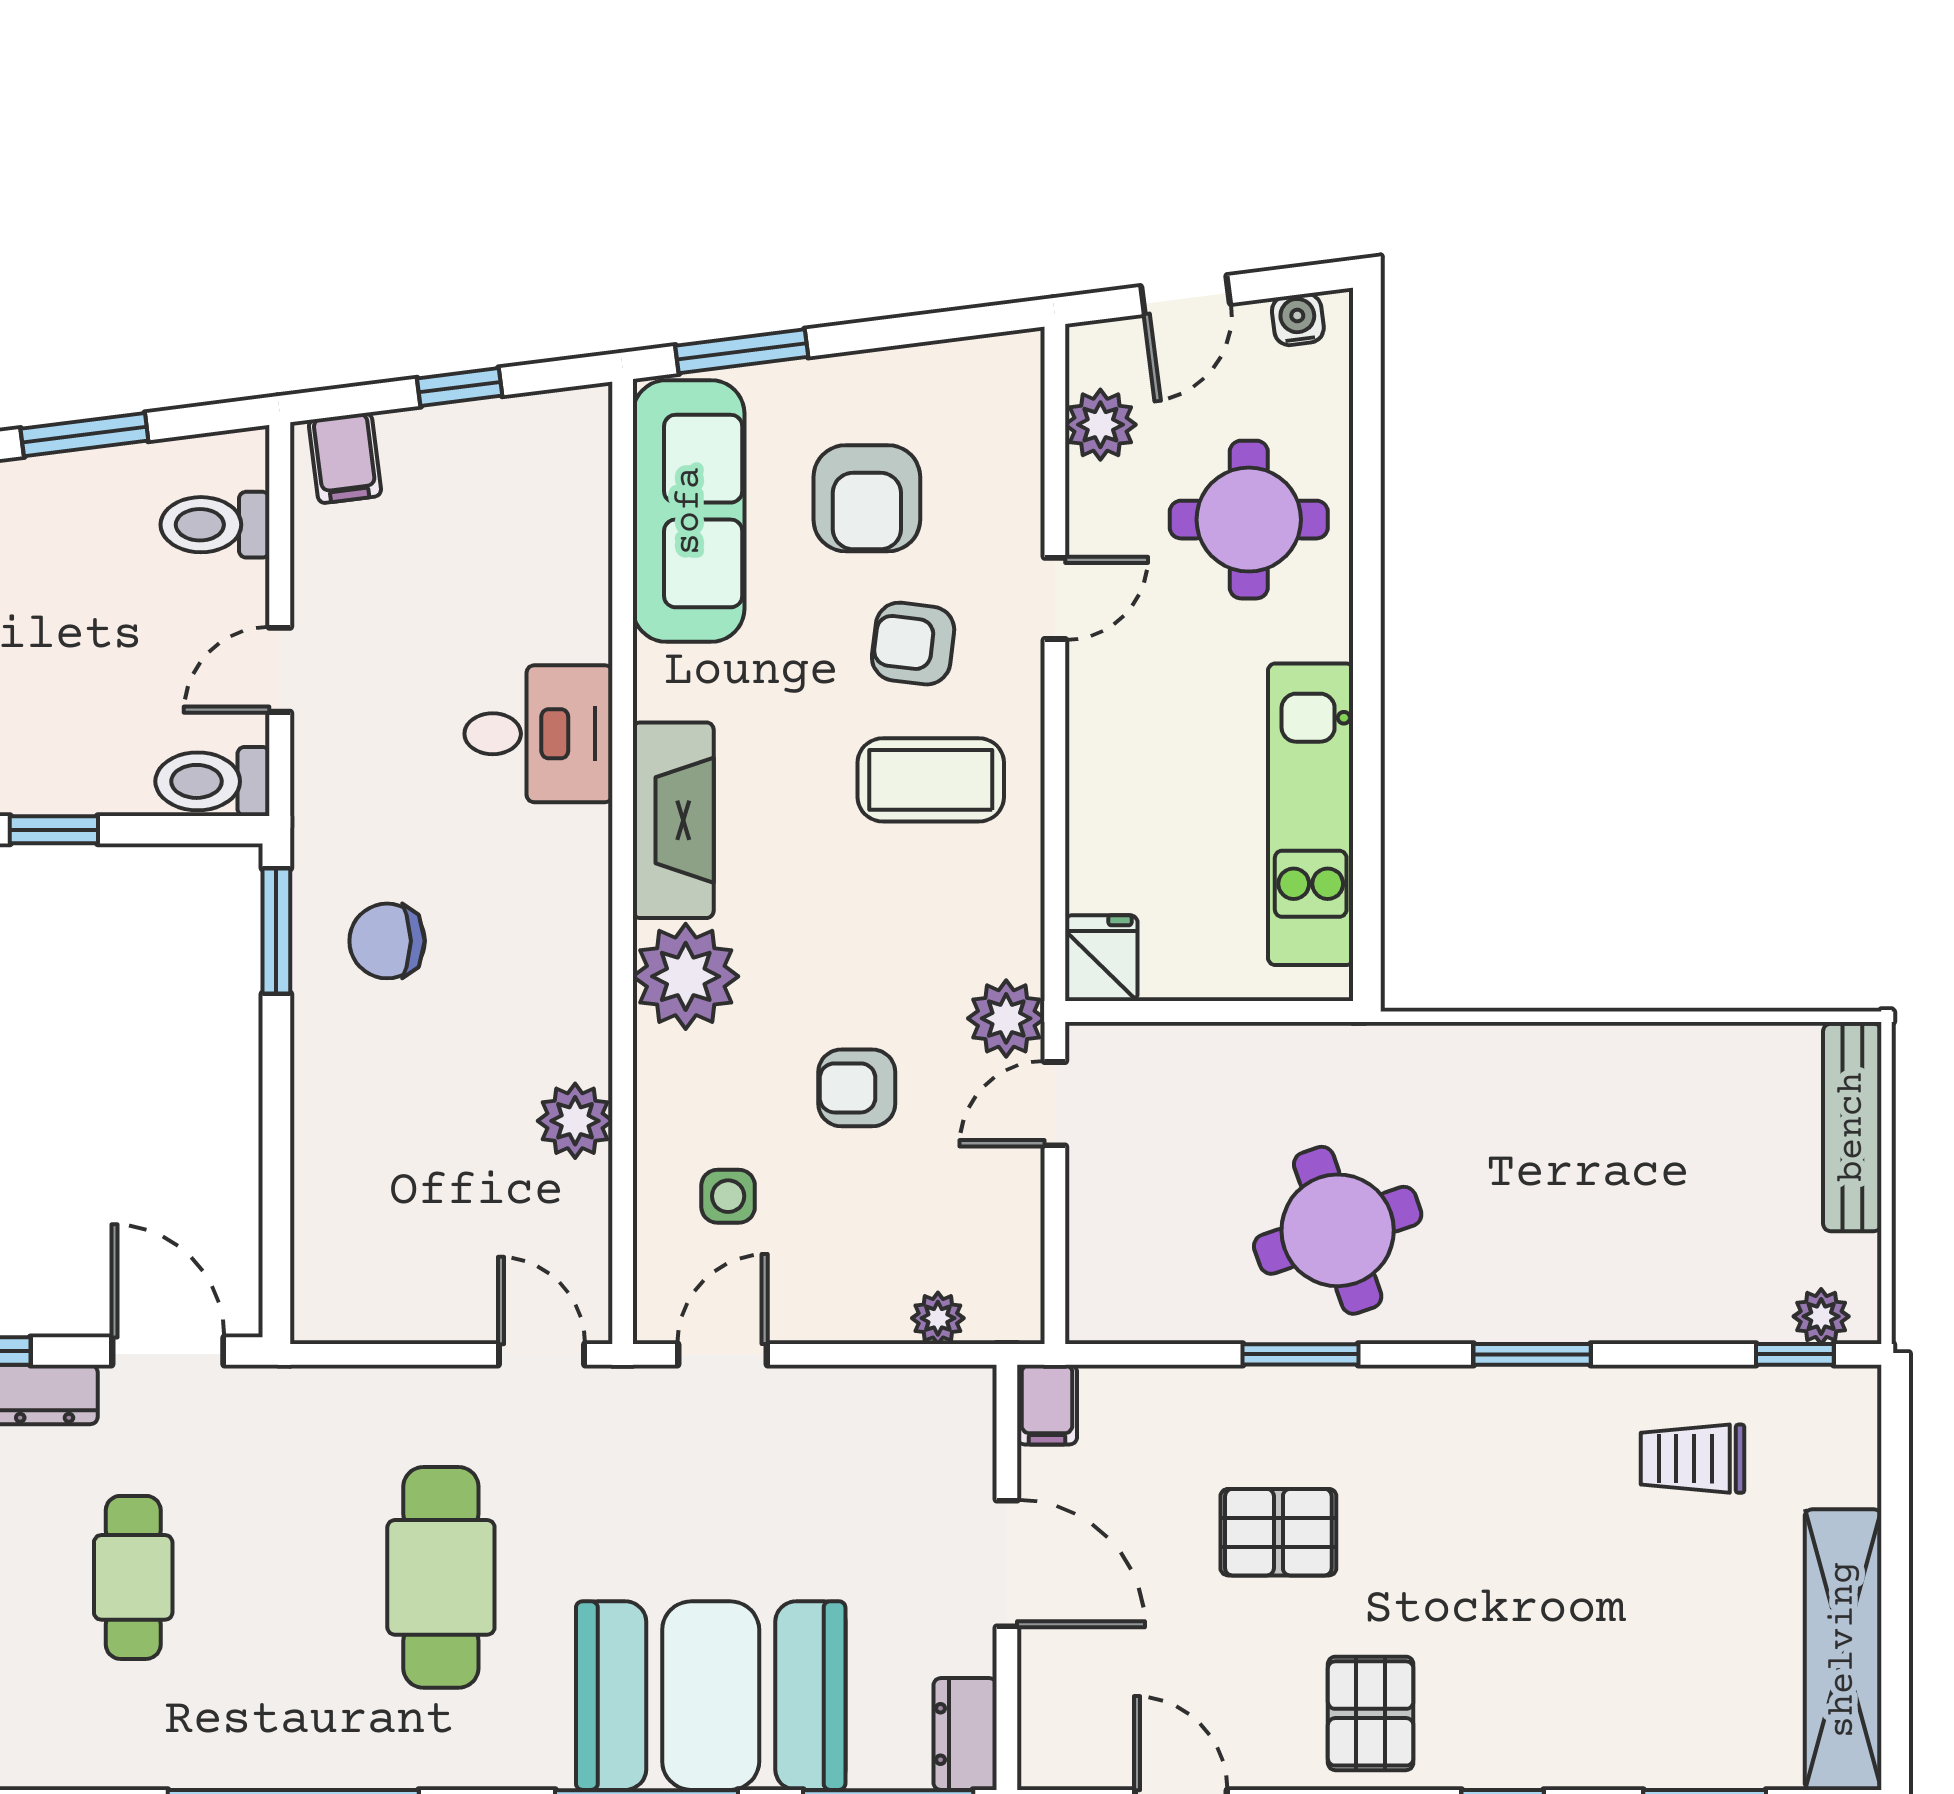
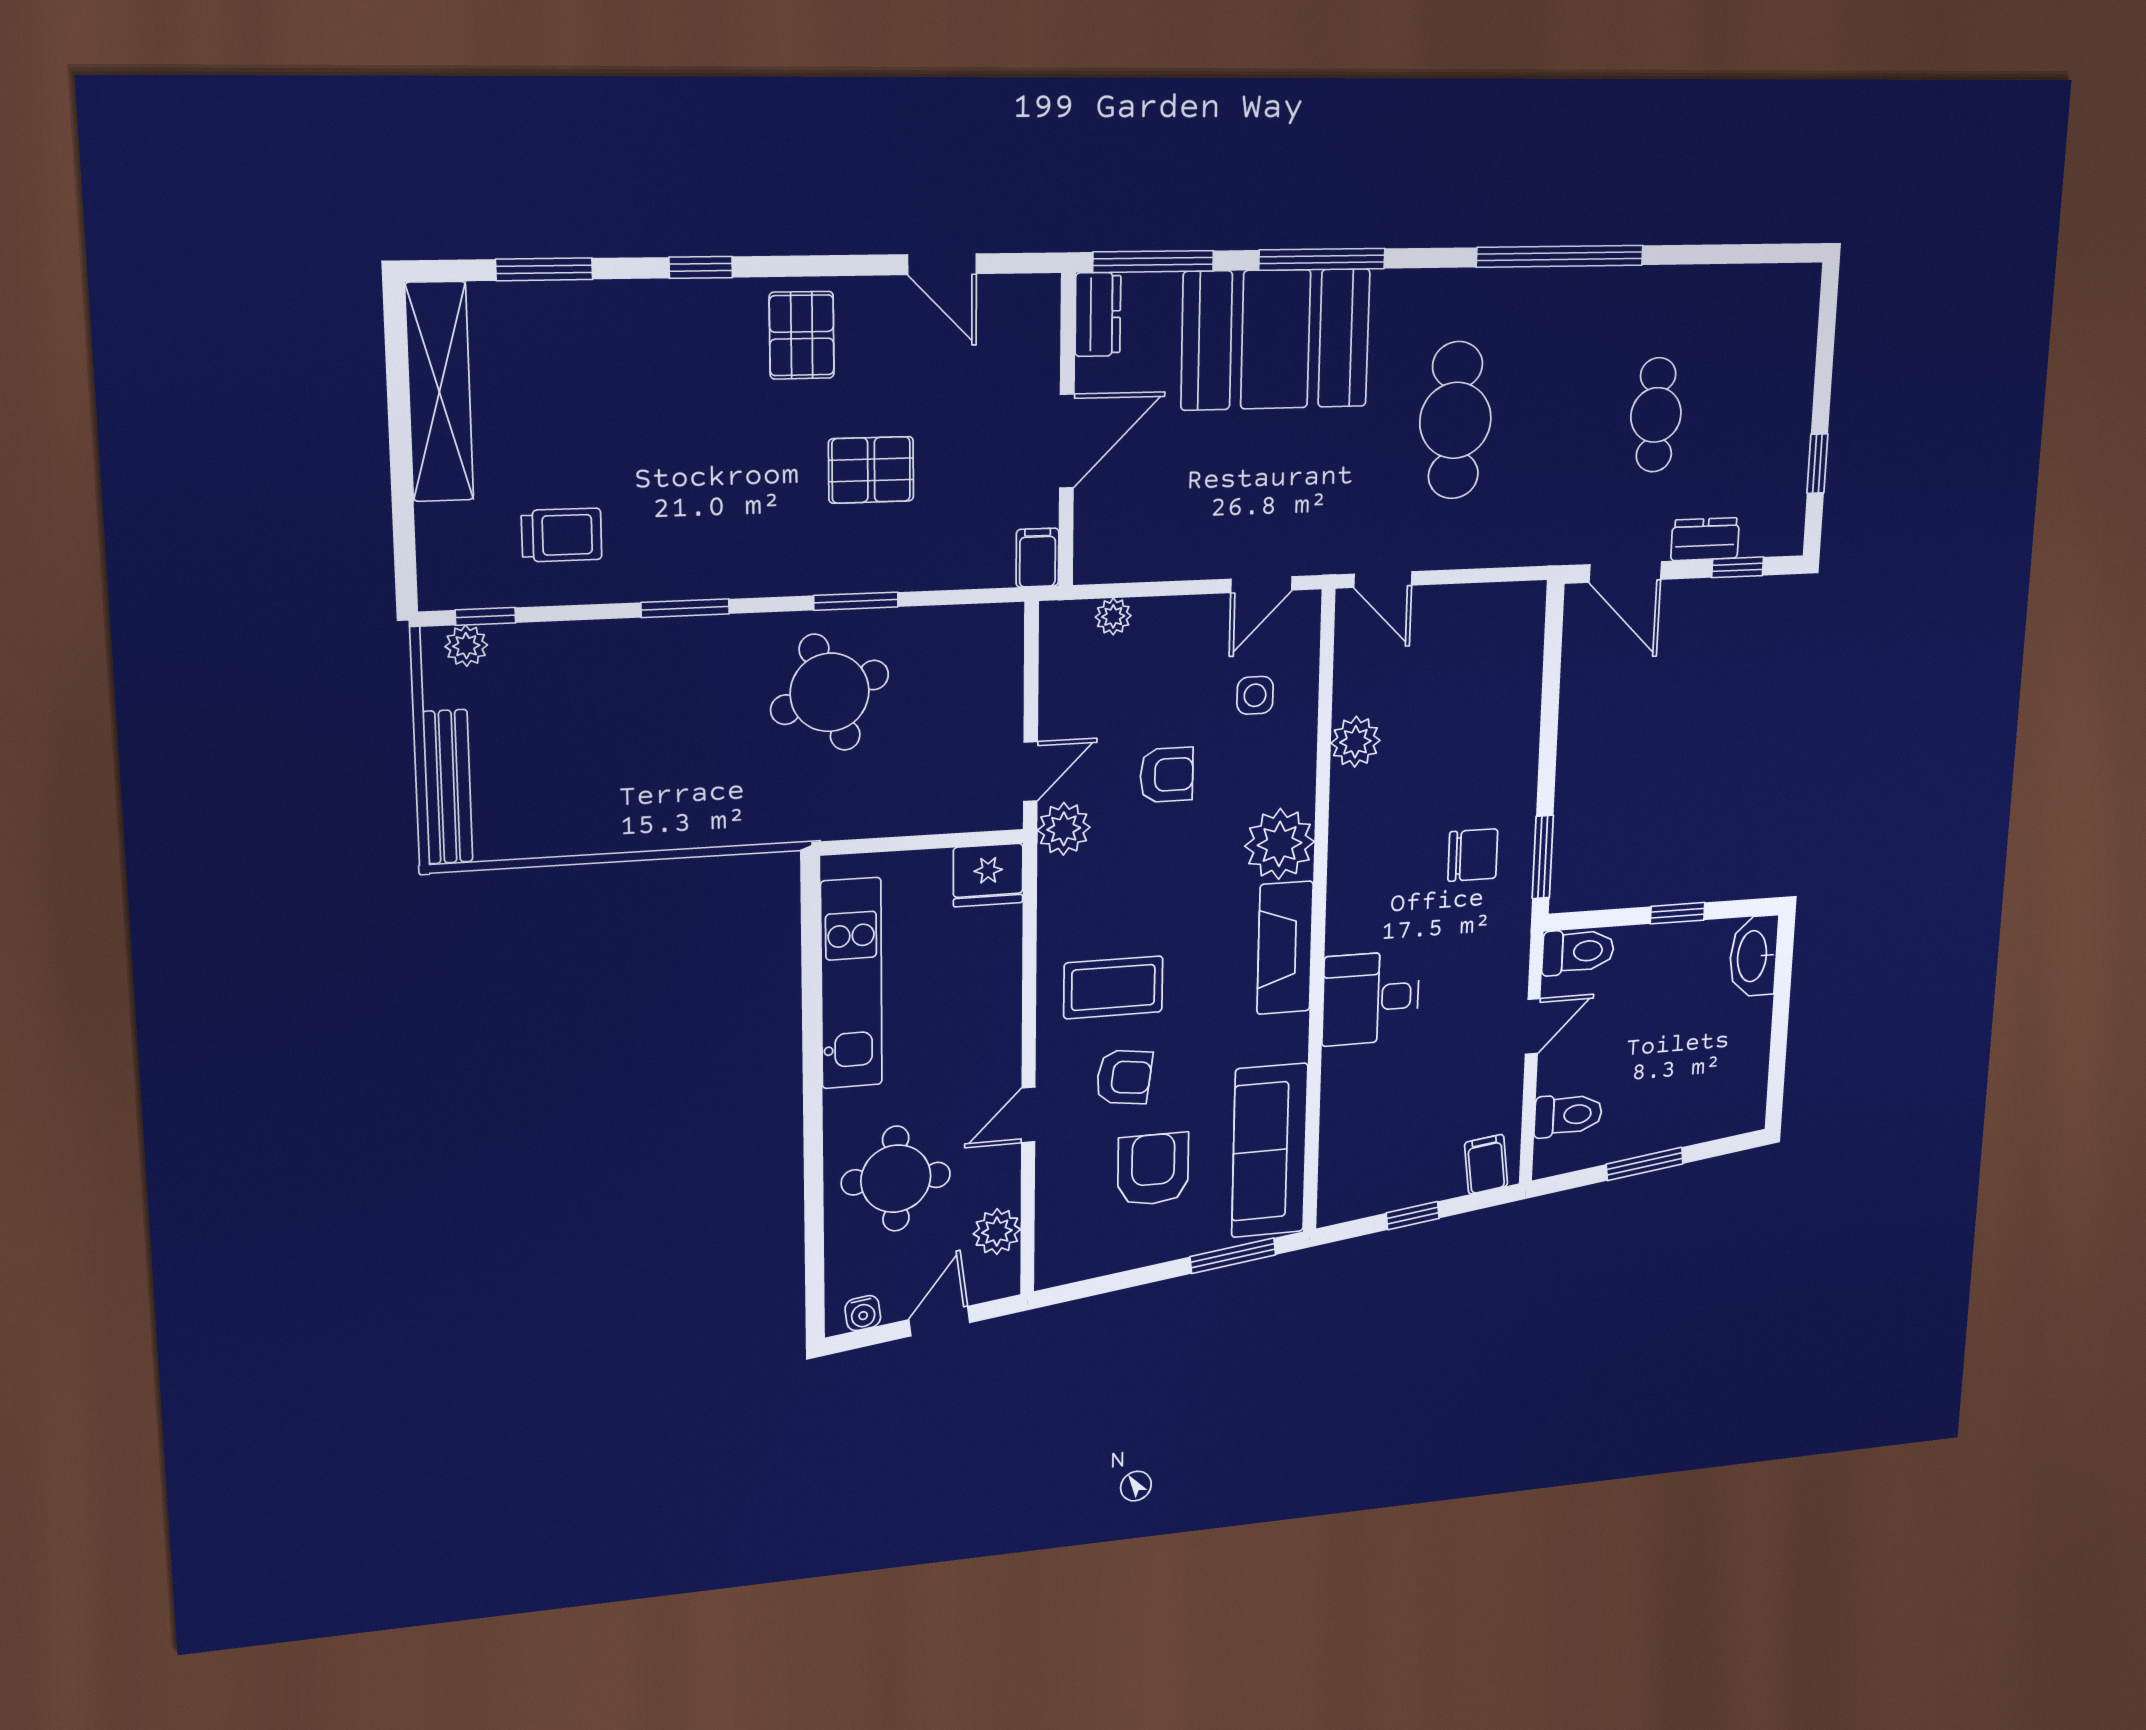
fridge: (1101, 958) -> (988, 875), width x1.38
door: (1007, 1564) -> (1067, 441), swing flipped

